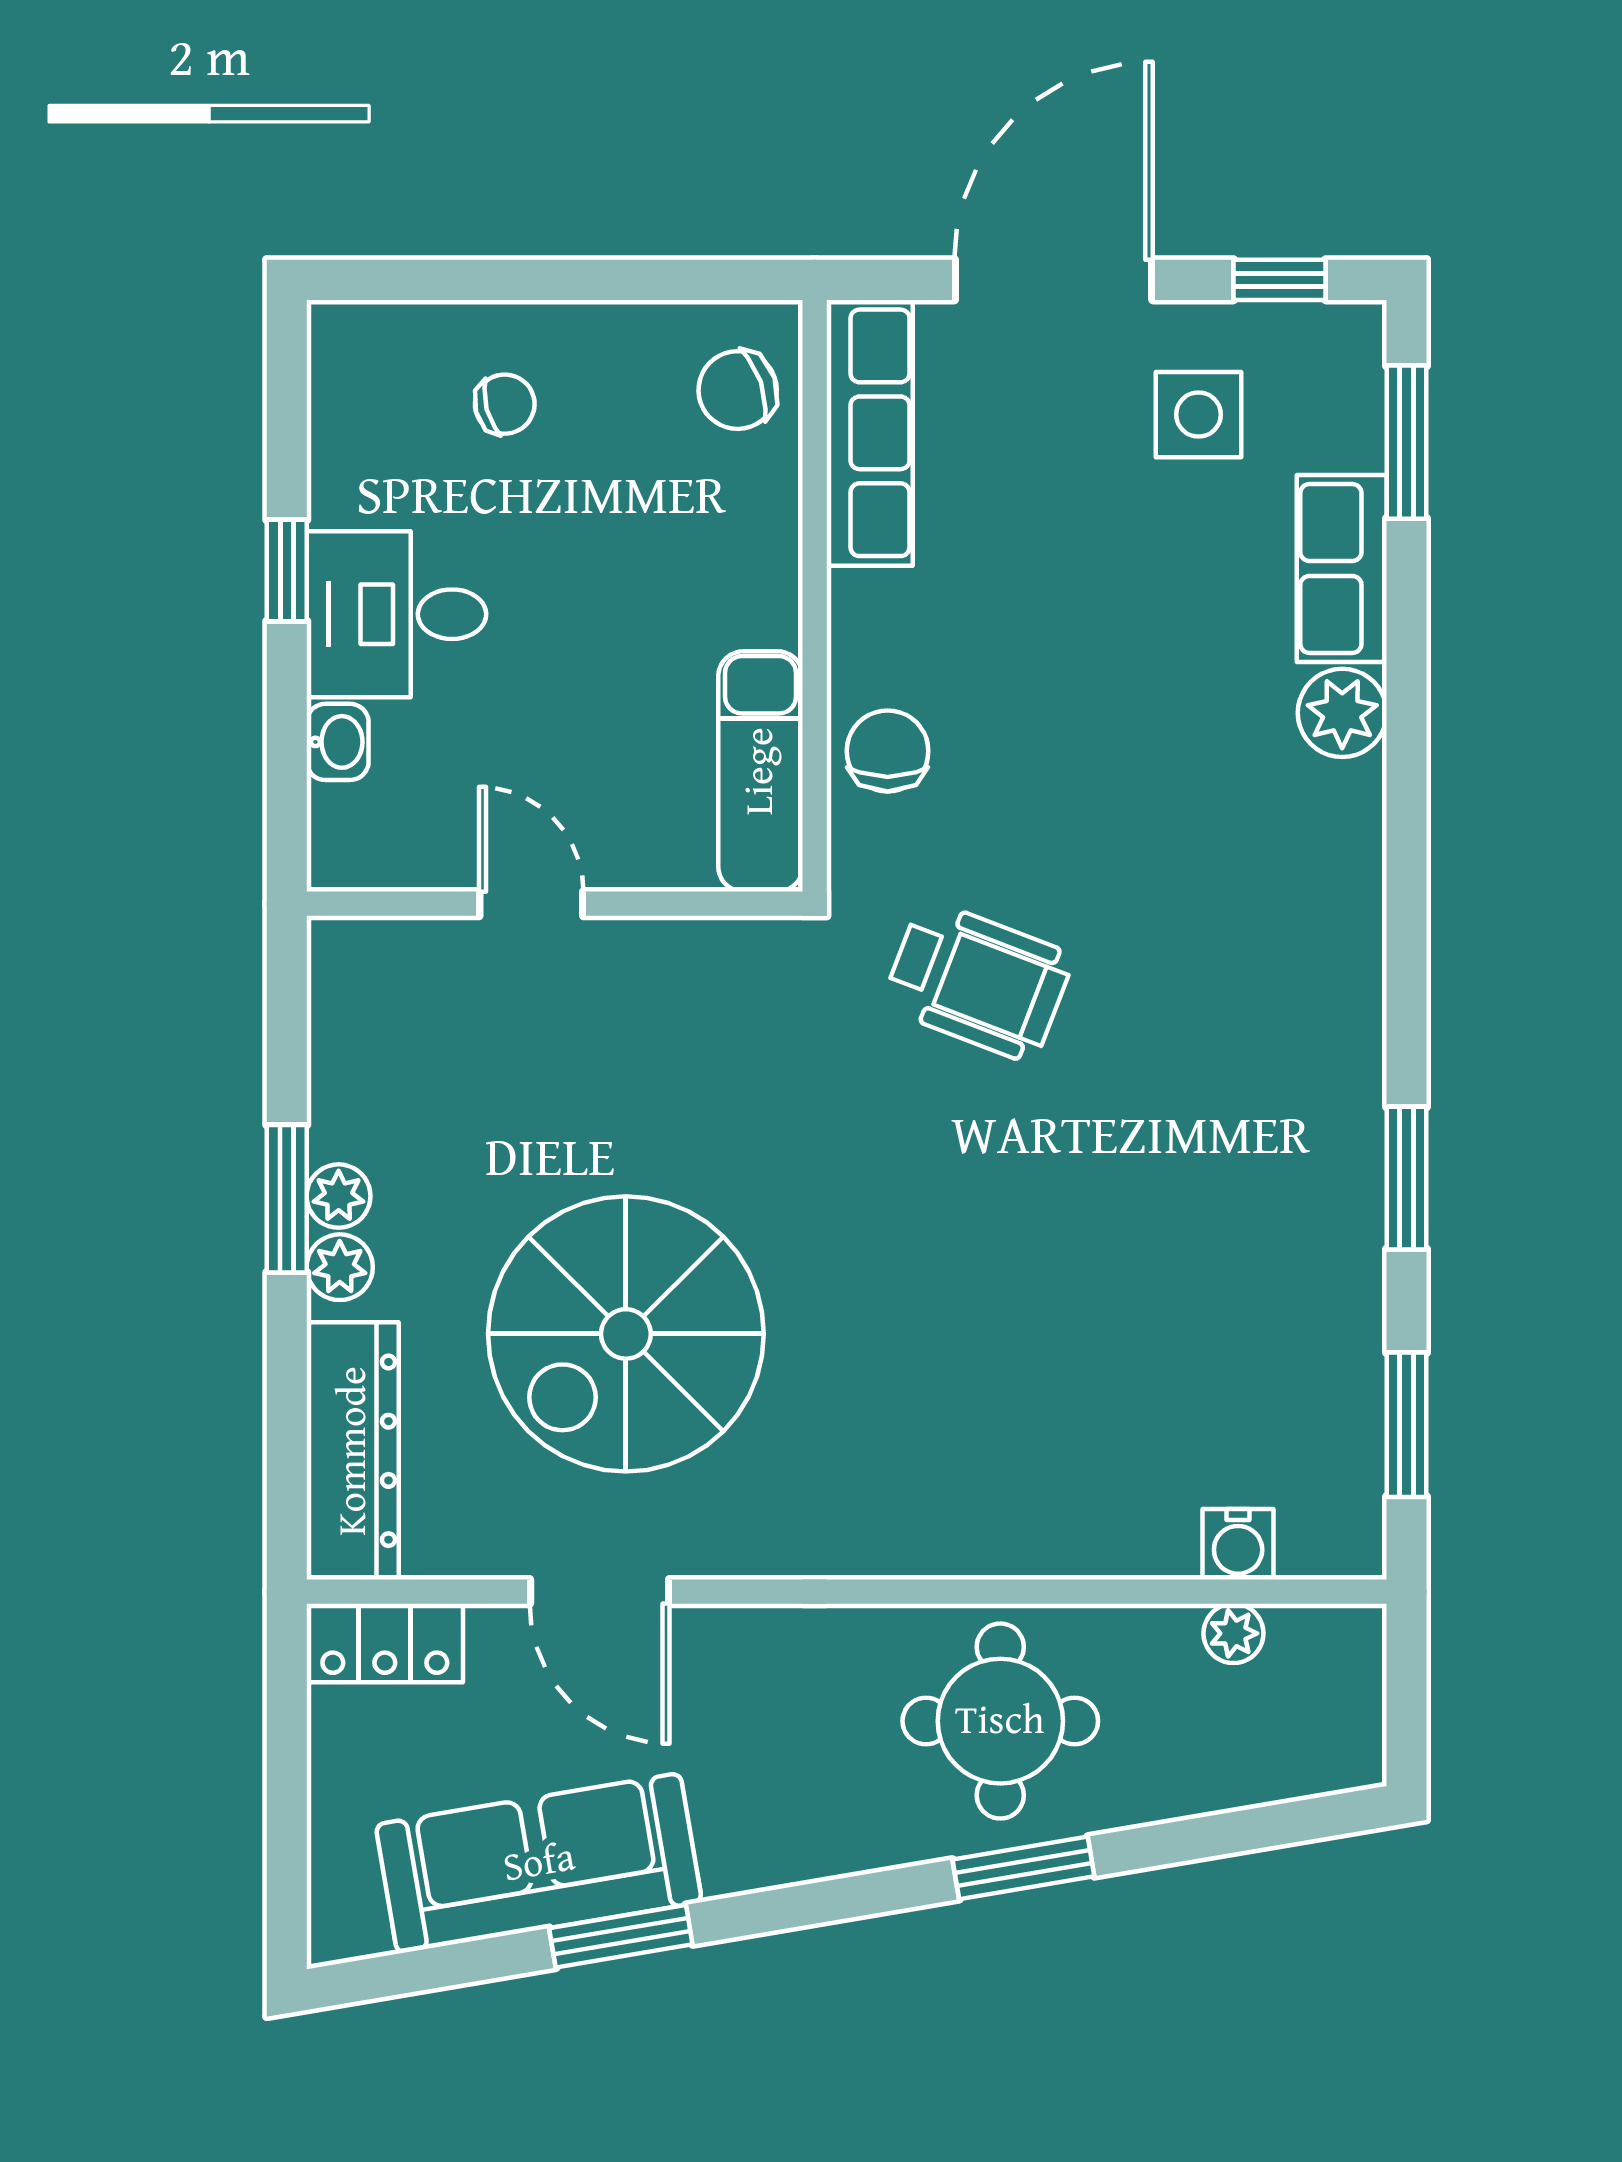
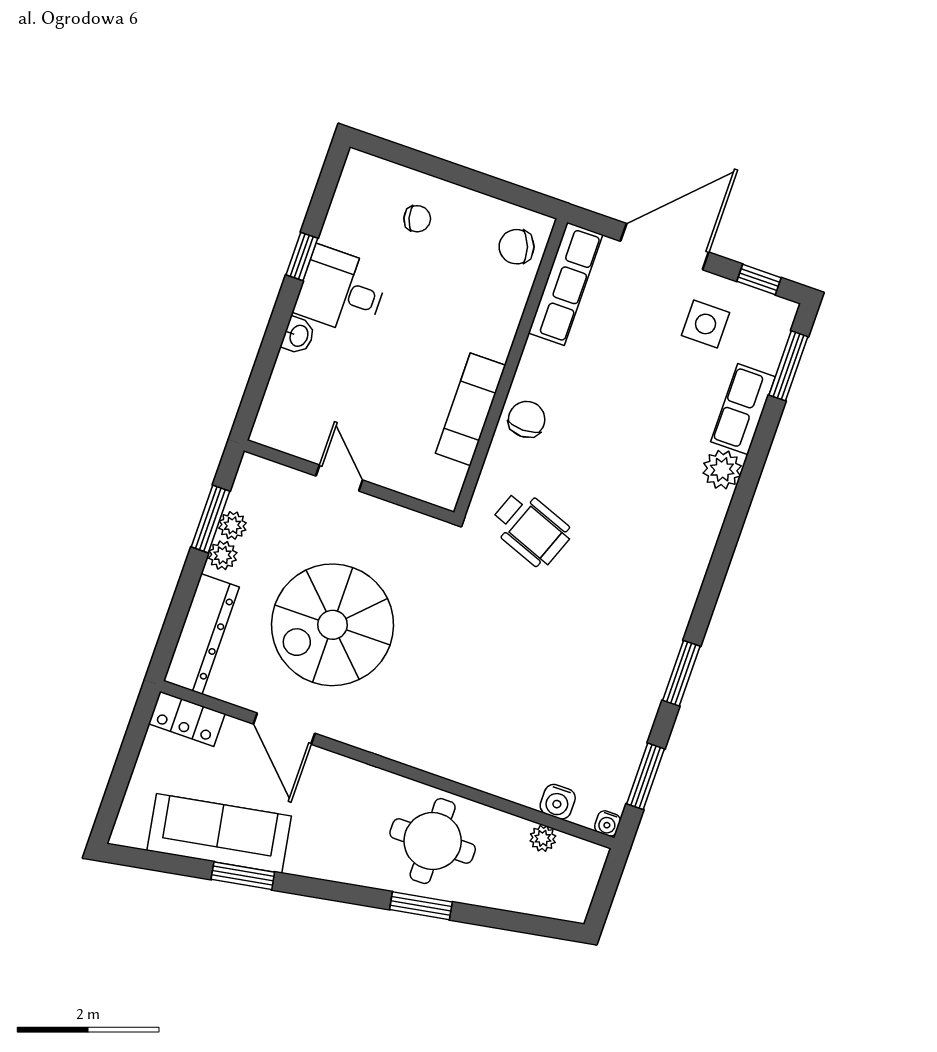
door: (531, 904) -> (339, 478), moved
wall: (555, 904) -> (349, 481), moved
water cooler: (1361, 1554) -> (607, 823), added

